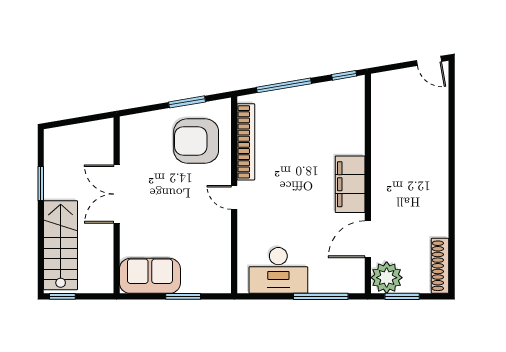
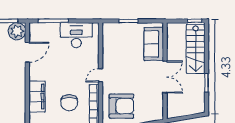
chair: (291, 147) -> (69, 103), added
filing cabinet: (350, 184) -> (37, 97), moved
door: (234, 197) -> (101, 75), swing flipped
sofa: (150, 276) -> (154, 44), moved, turned 90

